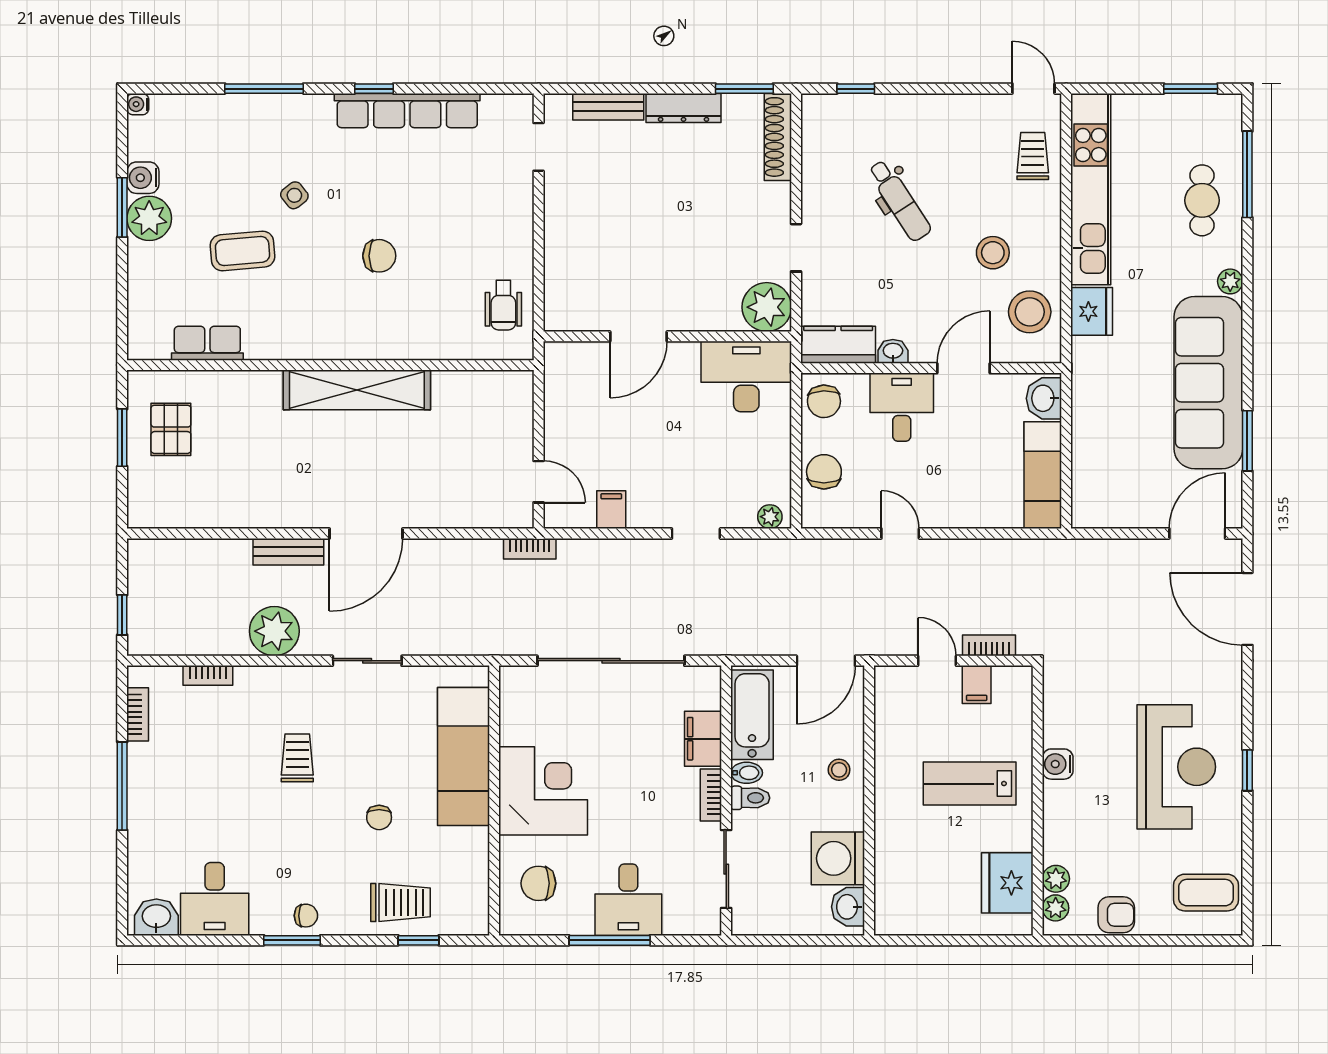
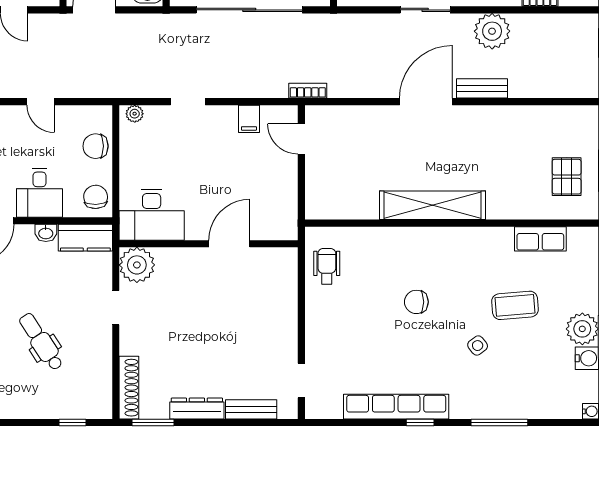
chair: (824, 472) -> (96, 146), turned 90

